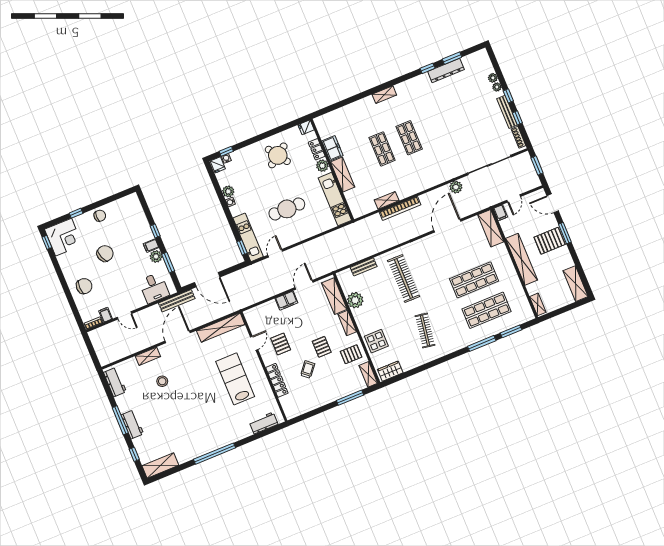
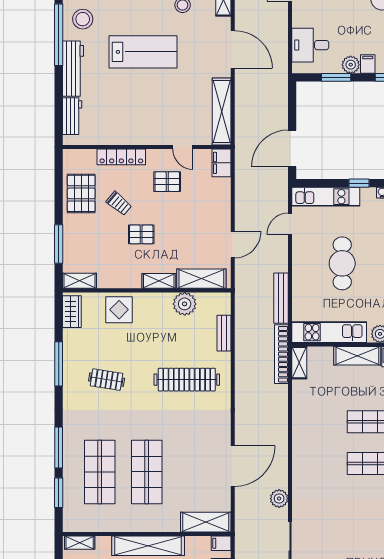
shelving: (387, 200) -> (299, 363), moved
bookcase: (400, 208) -> (281, 354), moved
door: (447, 226) -> (233, 466), hinge flipped
window: (242, 247) -> (359, 183), moved
door: (275, 253) -> (290, 224), swing flipped
door: (207, 280) -> (292, 148), moved
door: (304, 285) -> (233, 245), hinge flipped
bench: (177, 301) -> (281, 298), moved
filing cabinet: (286, 301) -> (221, 163), moved
clothes rail: (425, 330) -> (107, 380), width x0.73
pallet: (351, 354) -> (81, 193), moved, width x1.50, depth x1.42
window: (428, 366) -> (59, 364), added
lab bench: (235, 379) -> (143, 52), moved
workbench: (233, 435) -> (73, 69), added
stool: (198, 442) -> (83, 19), added

